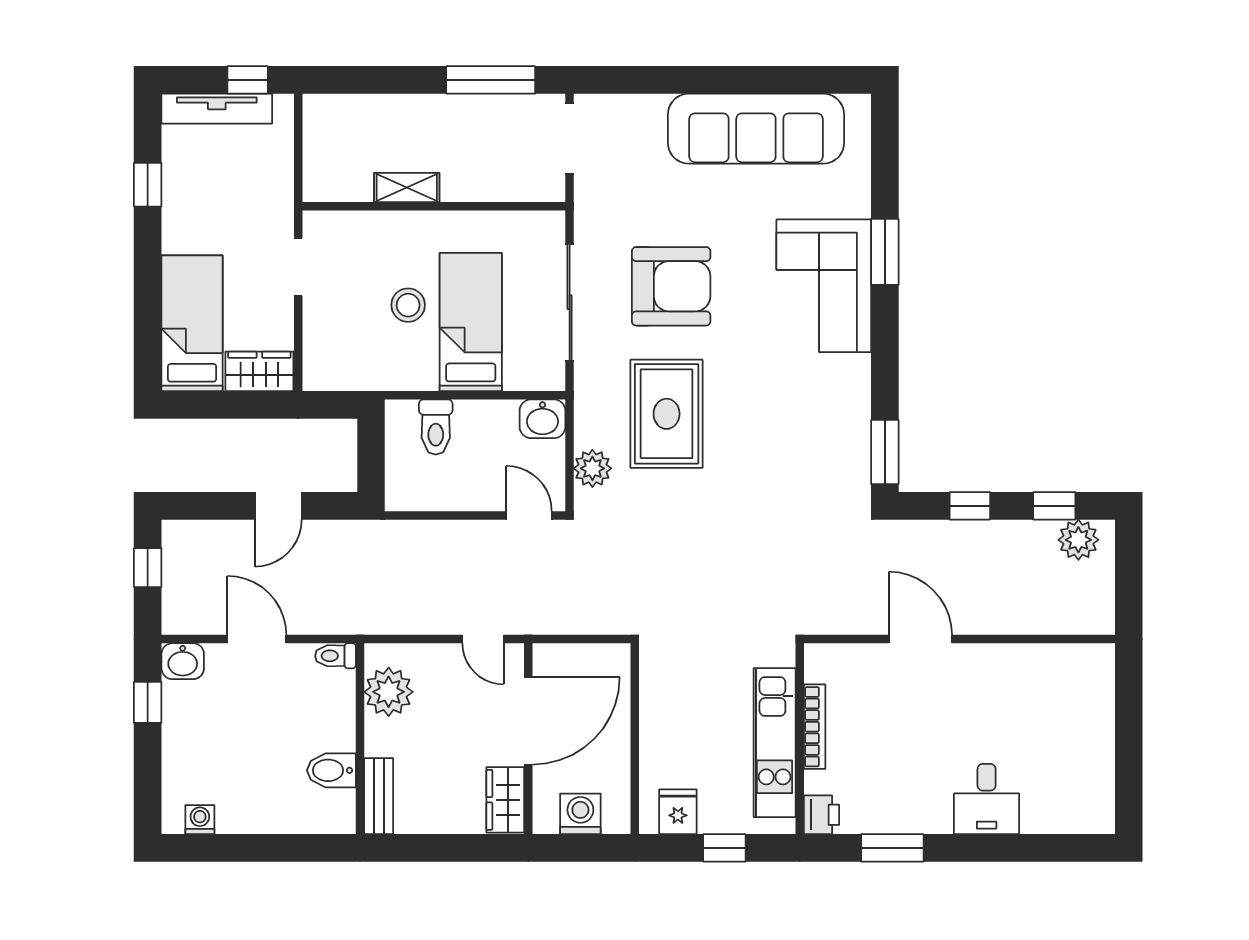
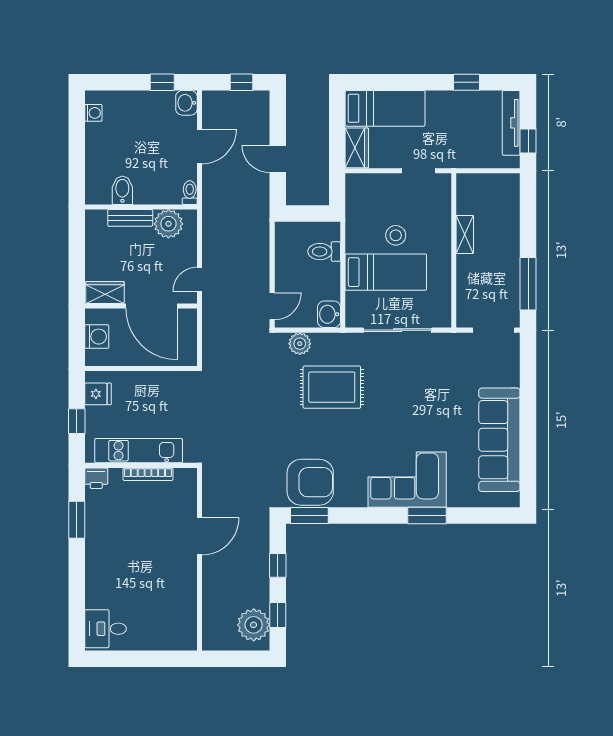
armchair: (671, 286) -> (310, 482), moved, turned -90
plant: (1078, 540) -> (254, 625), width x1.36, depth x1.36
bench: (379, 796) -> (130, 218), moved
desk: (987, 799) -> (105, 629), moved

